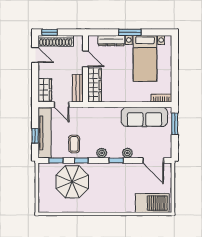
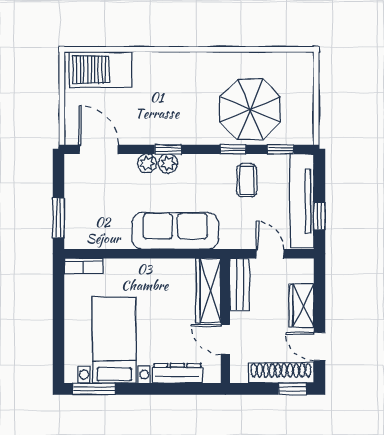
window: (130, 32) -> (94, 389), moved
wardrobe: (45, 90) -> (301, 306), moved
sofa: (144, 117) -> (175, 231), moved
window: (35, 136) -> (320, 216), moved
plant: (102, 153) -> (168, 163), moved

